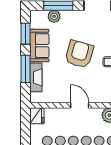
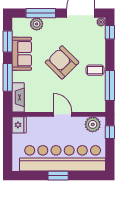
armchair: (79, 54) -> (62, 62), turned -61
fireplace: (36, 77) -> (18, 97), moved

